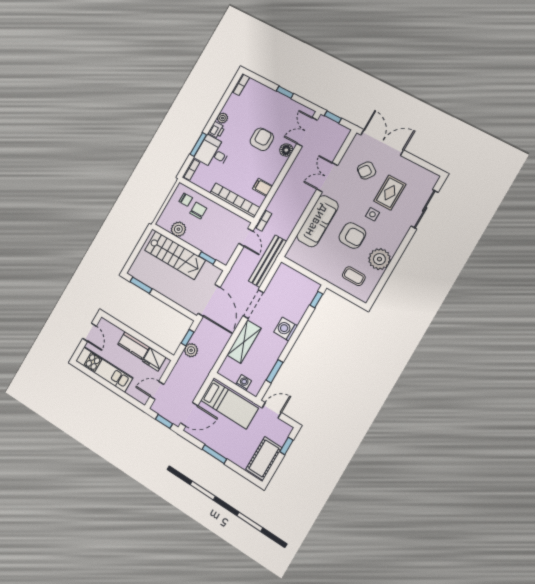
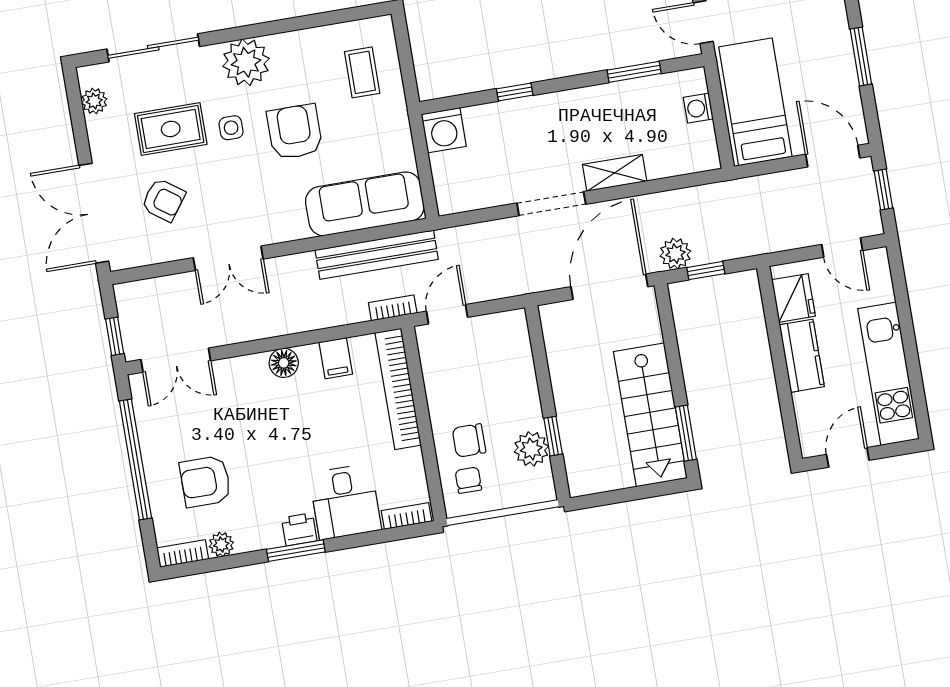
window: (285, 92) -> (135, 460), width x3.17
plant: (222, 118) -> (221, 544), moved
armchair: (262, 139) -> (205, 481), moved
window: (198, 145) -> (296, 551), moved
floor lamp: (286, 150) -> (284, 363), moved
plant: (423, 173) -> (94, 101), added
sofa: (318, 221) -> (365, 204), moved
stairs: (175, 255) -> (650, 415), moved, turned 180
window: (207, 258) -> (553, 436), moved
plant: (379, 259) -> (246, 62), moved
bench: (268, 261) -> (377, 255), moved
window: (316, 300) -> (515, 92), moved
washing machine: (286, 329) -> (444, 130), moved
shelving: (244, 342) -> (615, 173), width x0.67, depth x0.75
plant: (191, 350) -> (675, 254), moved

